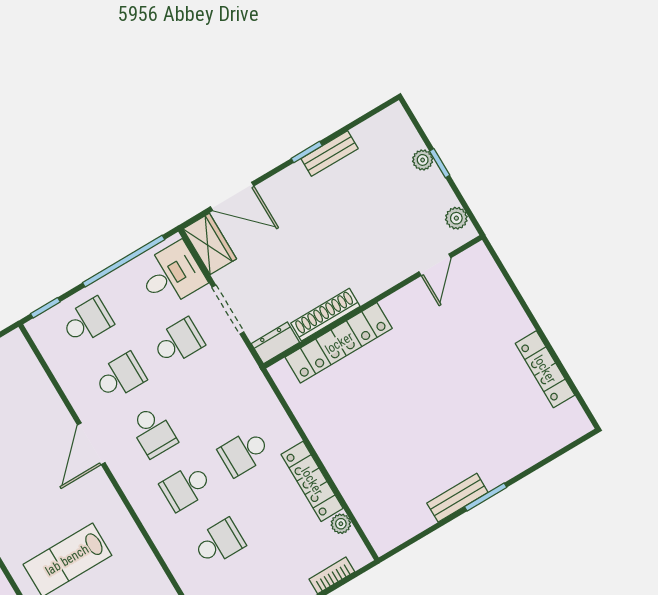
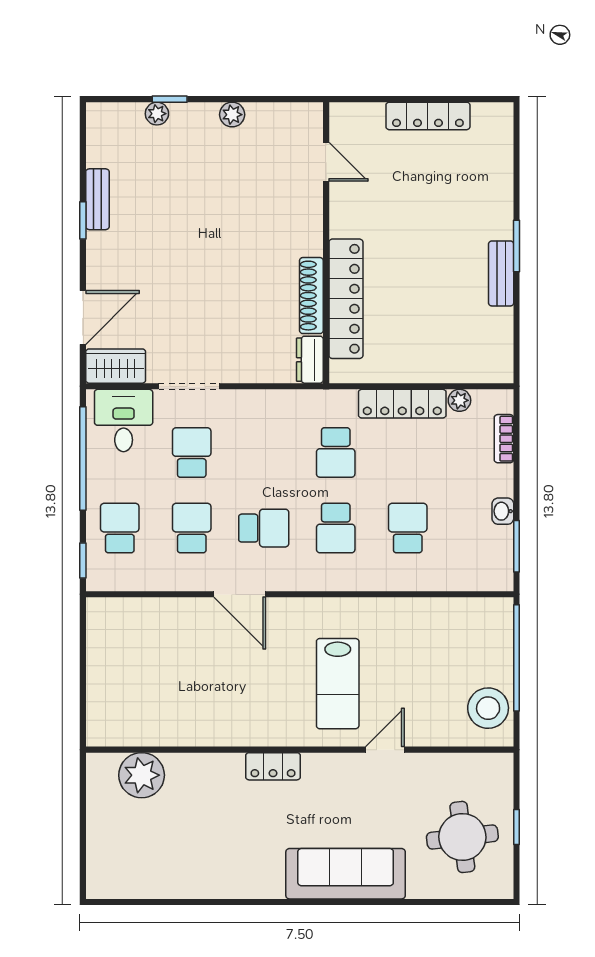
door: (435, 265) -> (326, 162), moved
wall: (373, 302) -> (326, 243), moved
shoe rack: (325, 315) -> (311, 296), moved
dresser: (275, 343) -> (310, 360), moved
locker: (339, 343) -> (346, 299), moved

